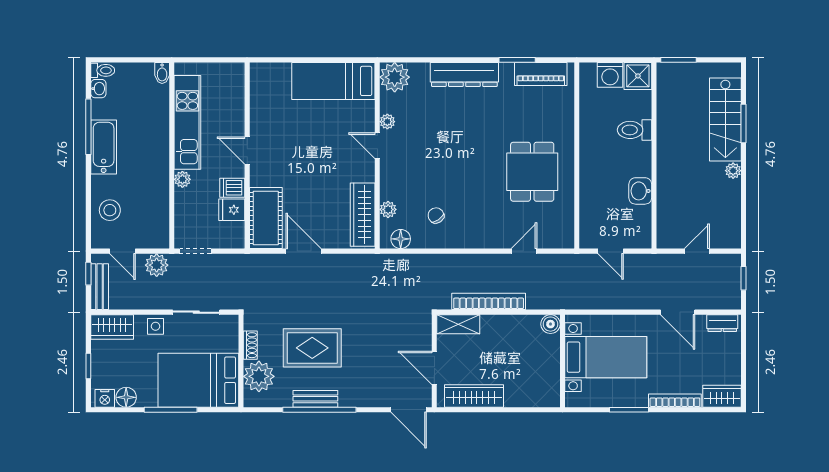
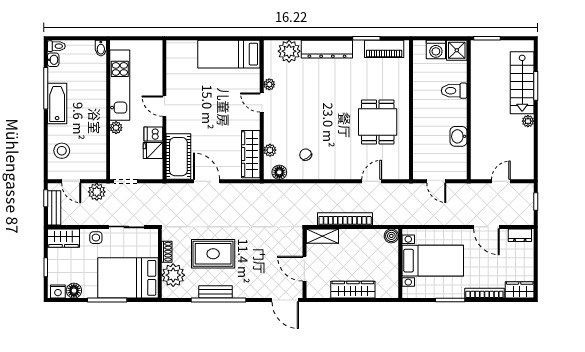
plant: (395, 77) -> (289, 51), moved
wardrobe: (474, 396) -> (353, 290), moved

